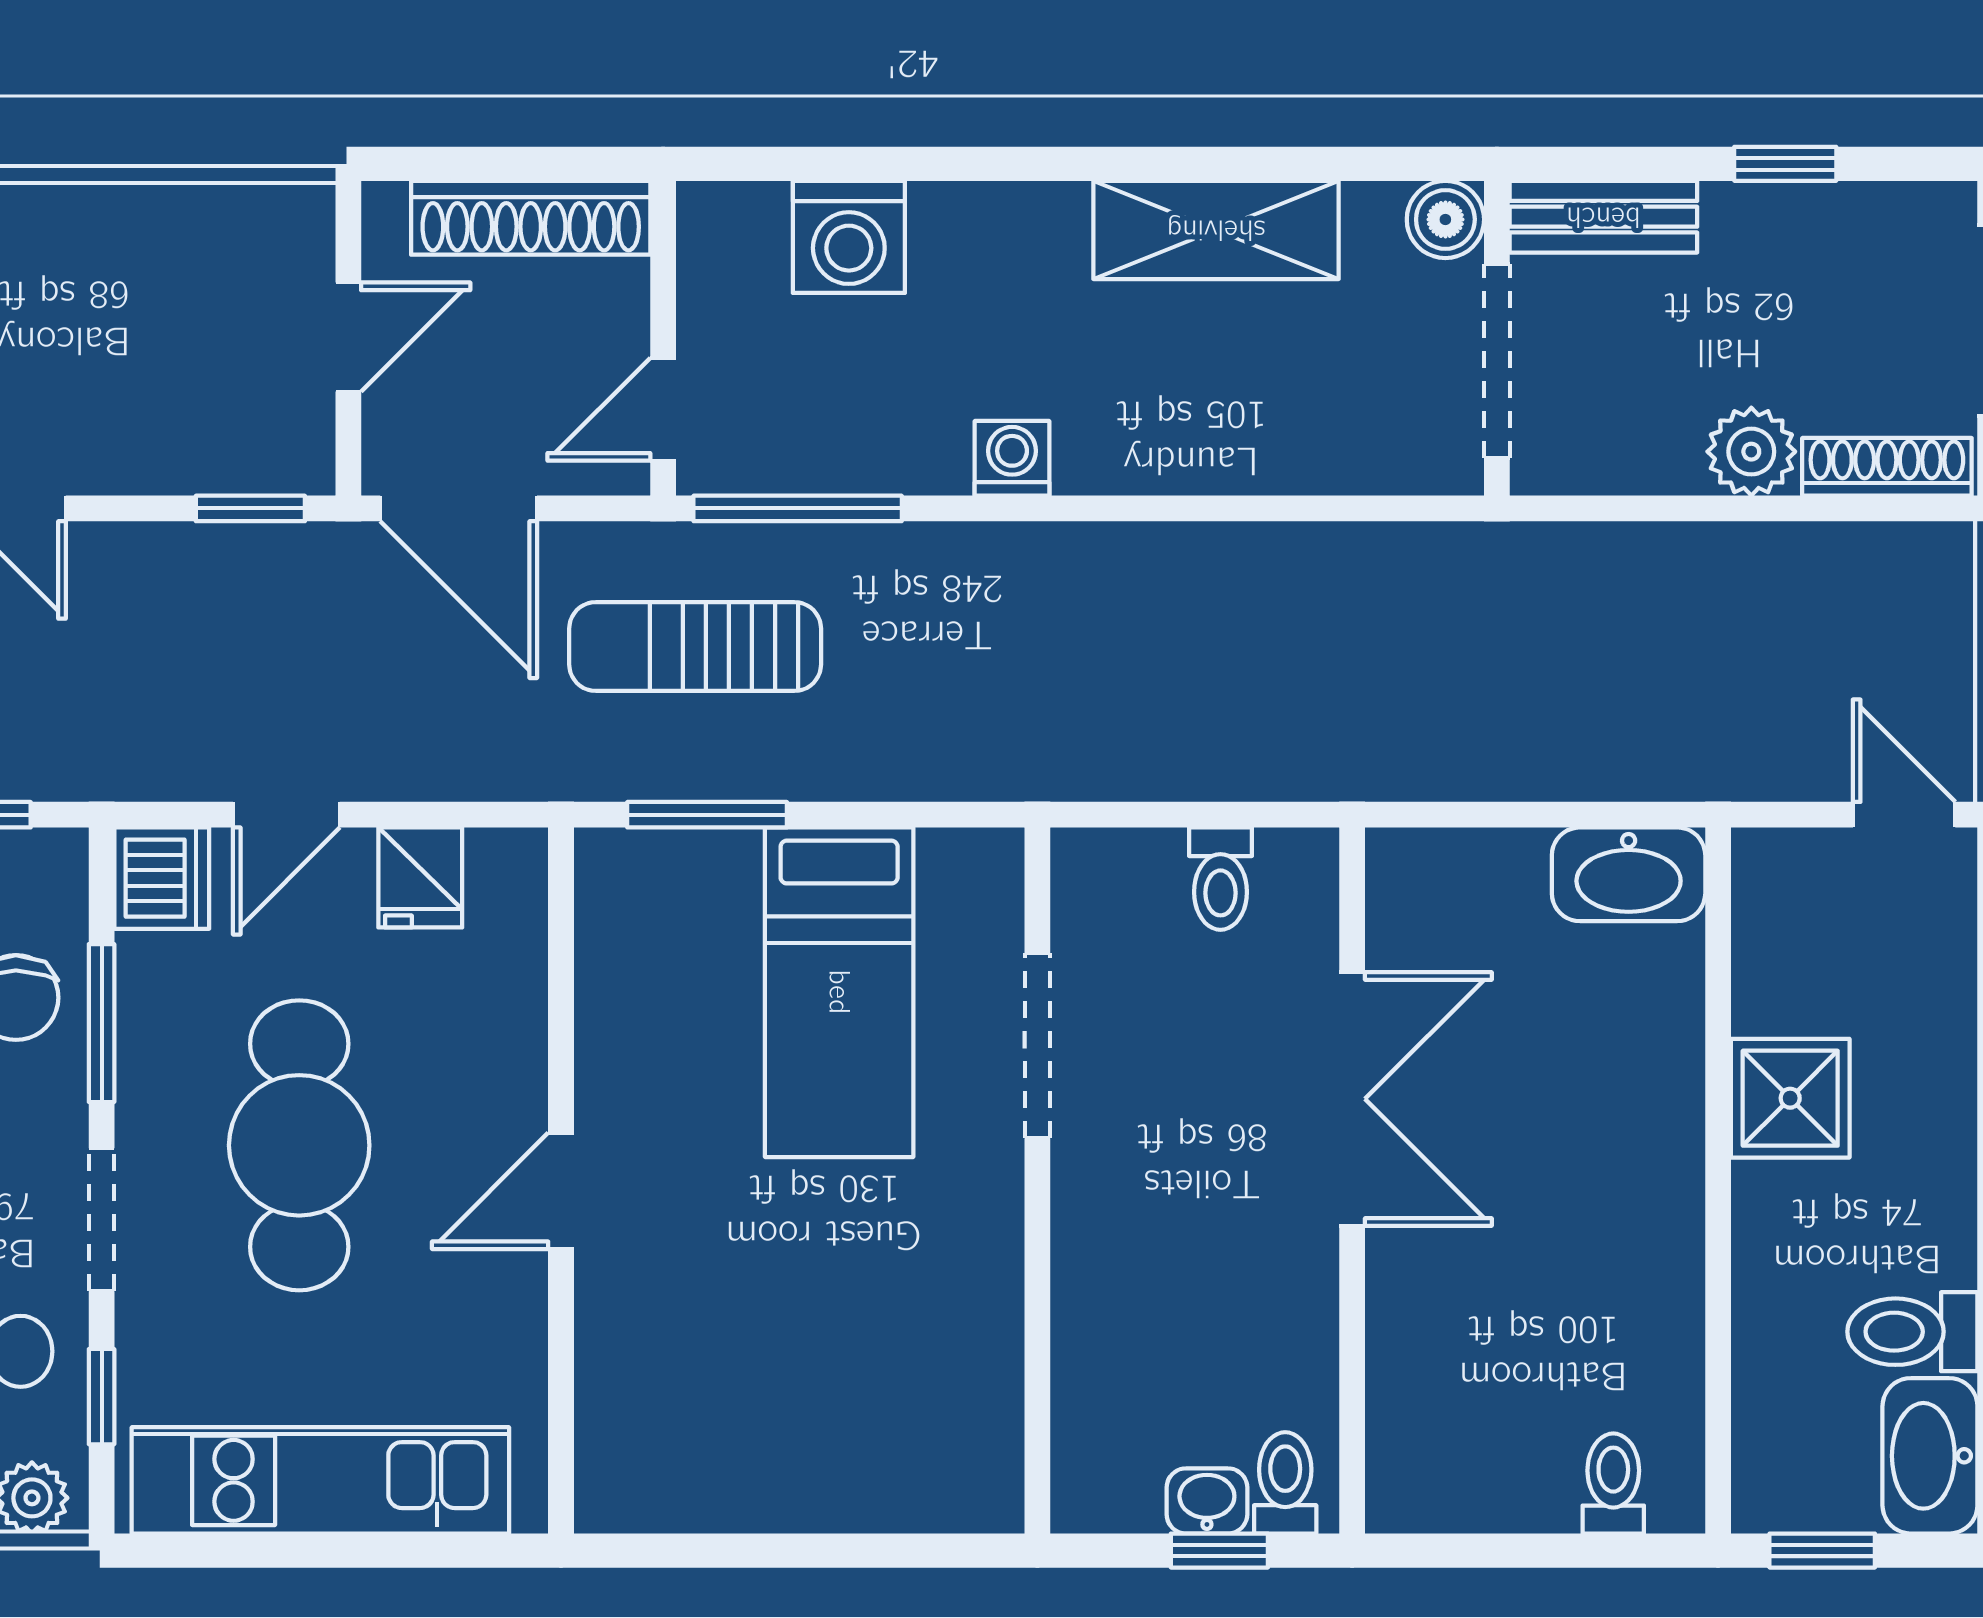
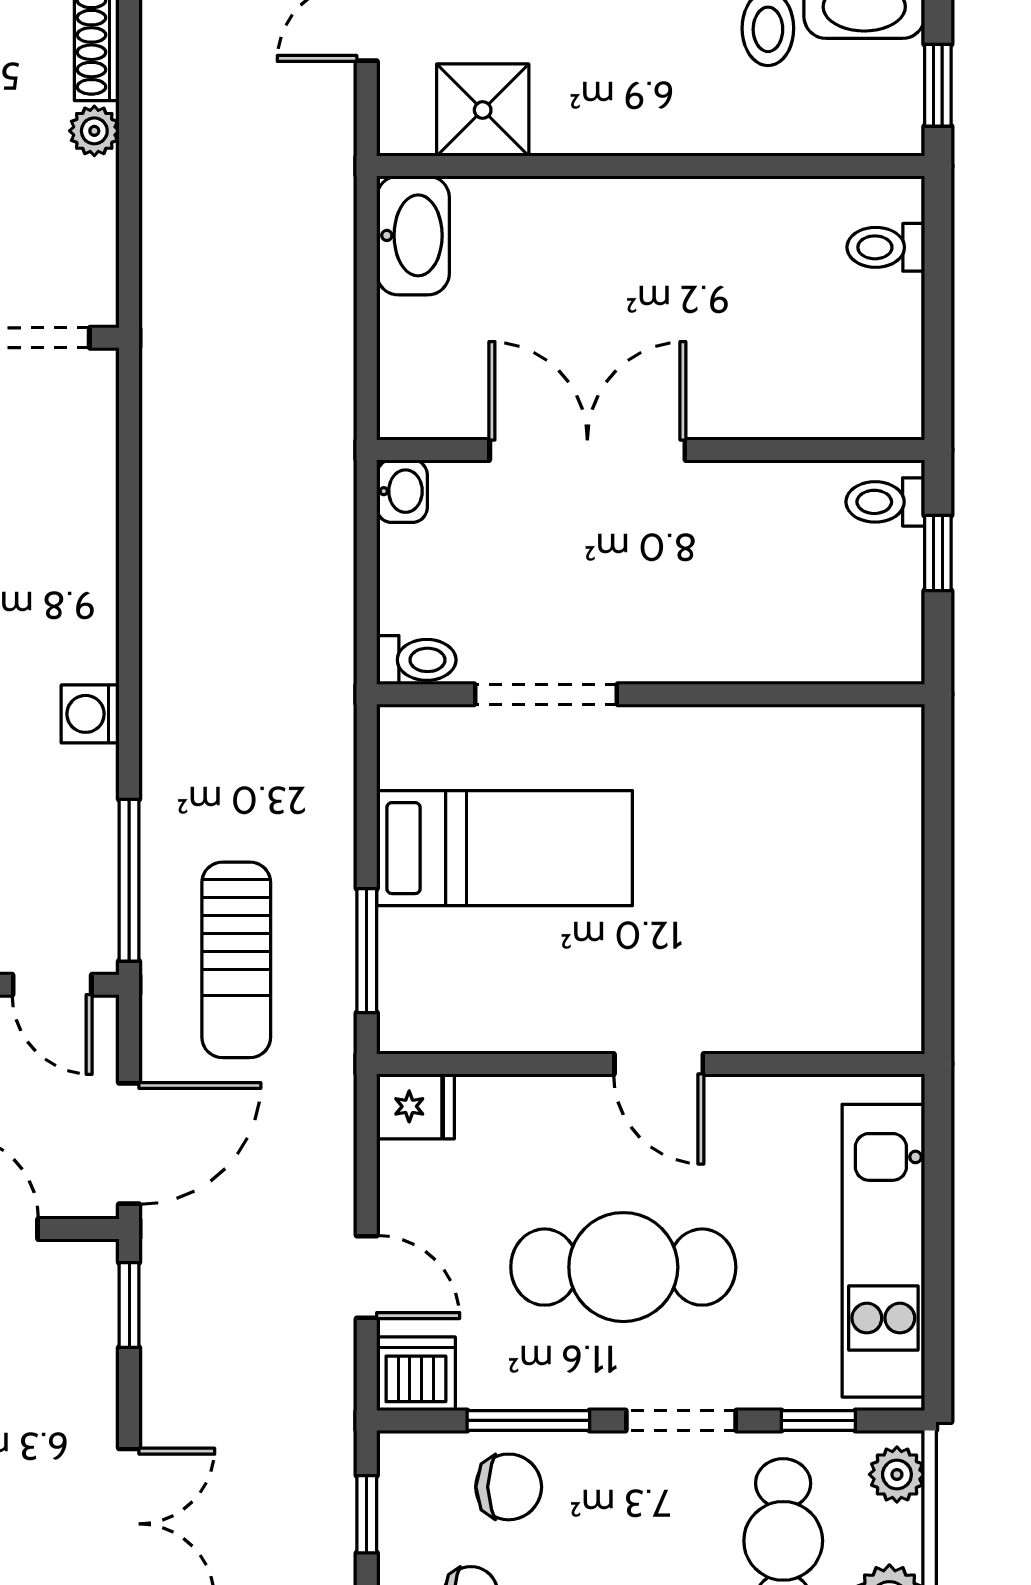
plant: (1751, 452) -> (94, 131), width x0.73, depth x0.73
fridge: (420, 877) -> (415, 1106), moved
toilet: (1220, 879) -> (416, 660), moved
shower: (1790, 1098) -> (483, 110), moved
washbasin: (1207, 1501) -> (402, 491), moved, turned 180

